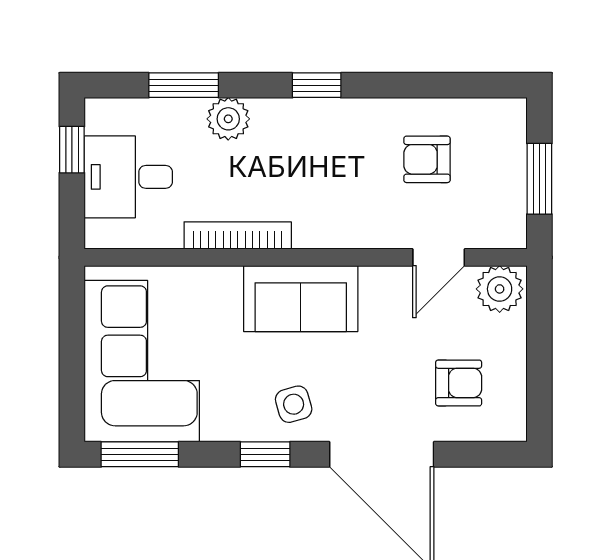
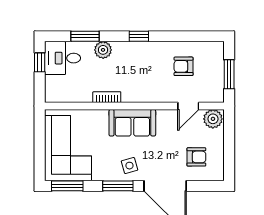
desk: (128, 177) -> (63, 58), moved
bookcase: (238, 235) -> (107, 97), width x0.64
window: (265, 454) -> (118, 186), width x1.50

